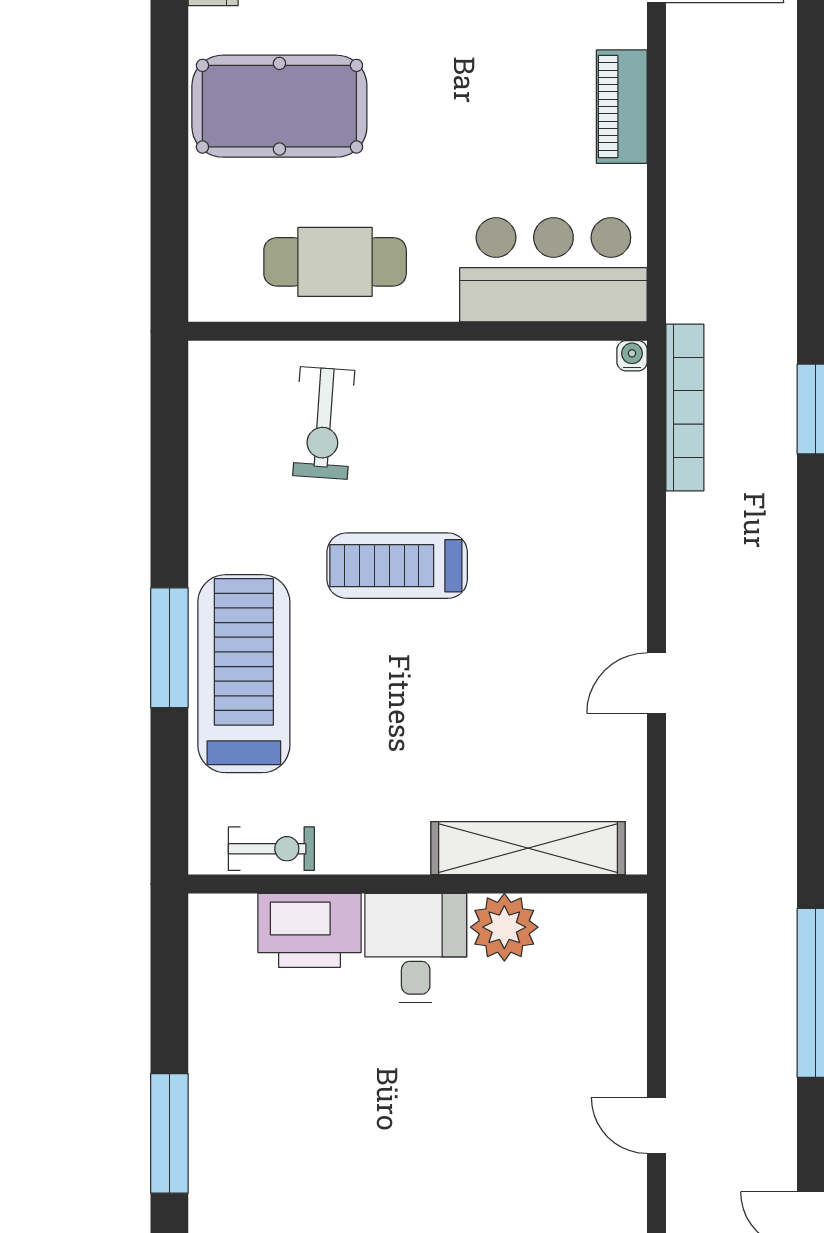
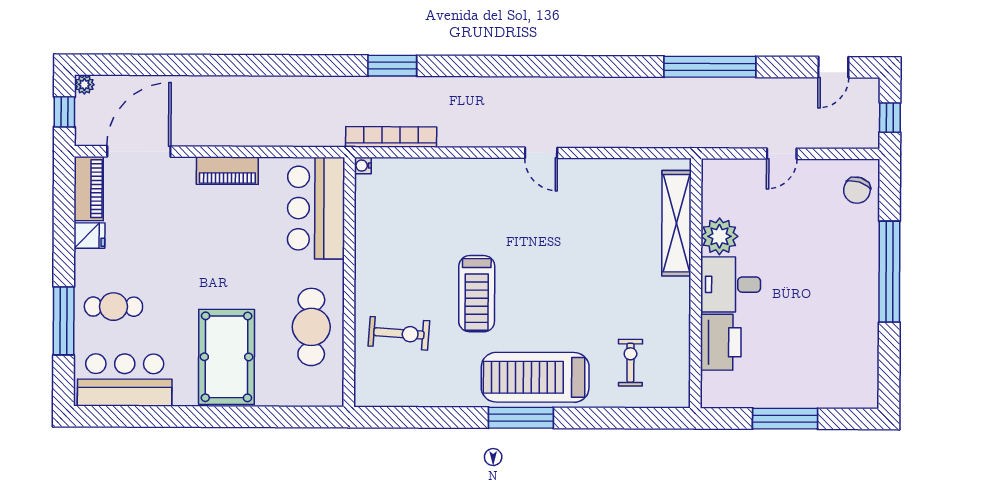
shelving: (528, 848) -> (676, 223), moved
wall: (418, 884) -> (696, 283), moved
plant: (504, 927) -> (719, 236), moved
printer: (310, 930) -> (721, 342), moved
desk: (416, 948) -> (731, 285), moved

